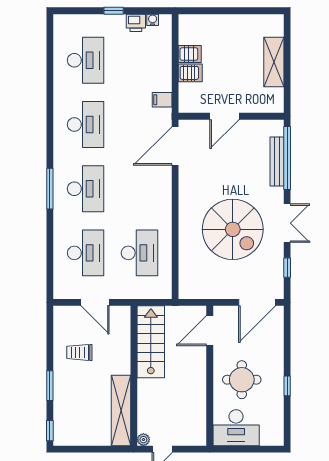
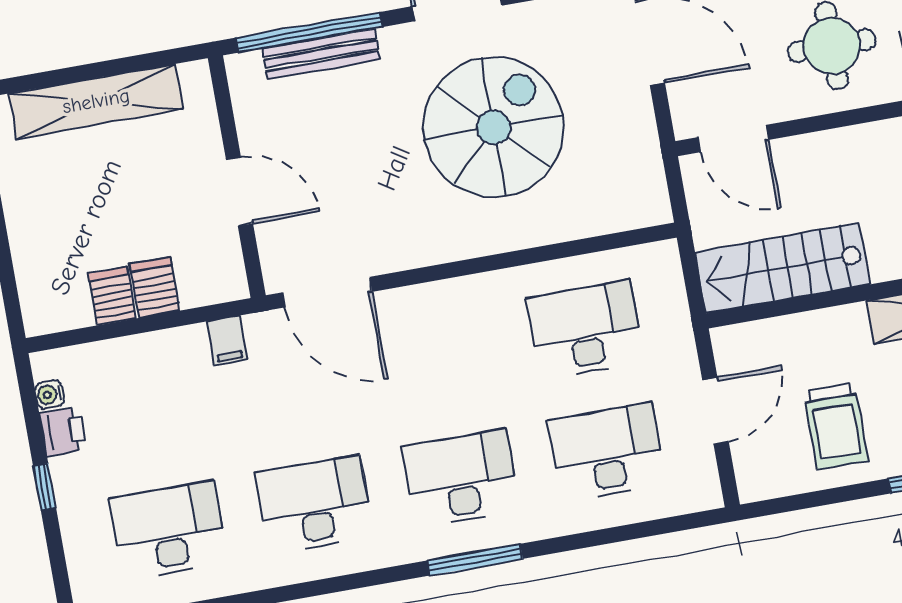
shelving: (274, 62) -> (96, 101), width x1.47
trolley: (79, 352) -> (836, 426), width x1.36, depth x1.39

